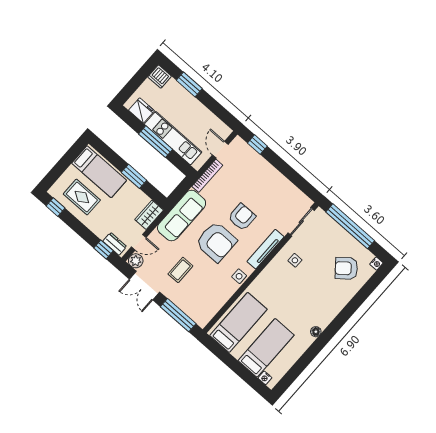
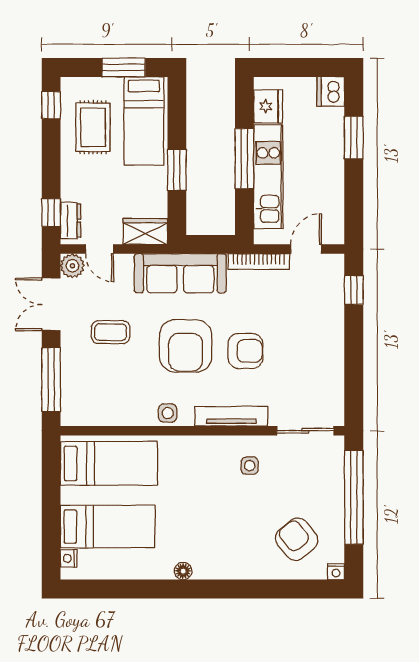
window: (67, 160) -> (124, 67), added

